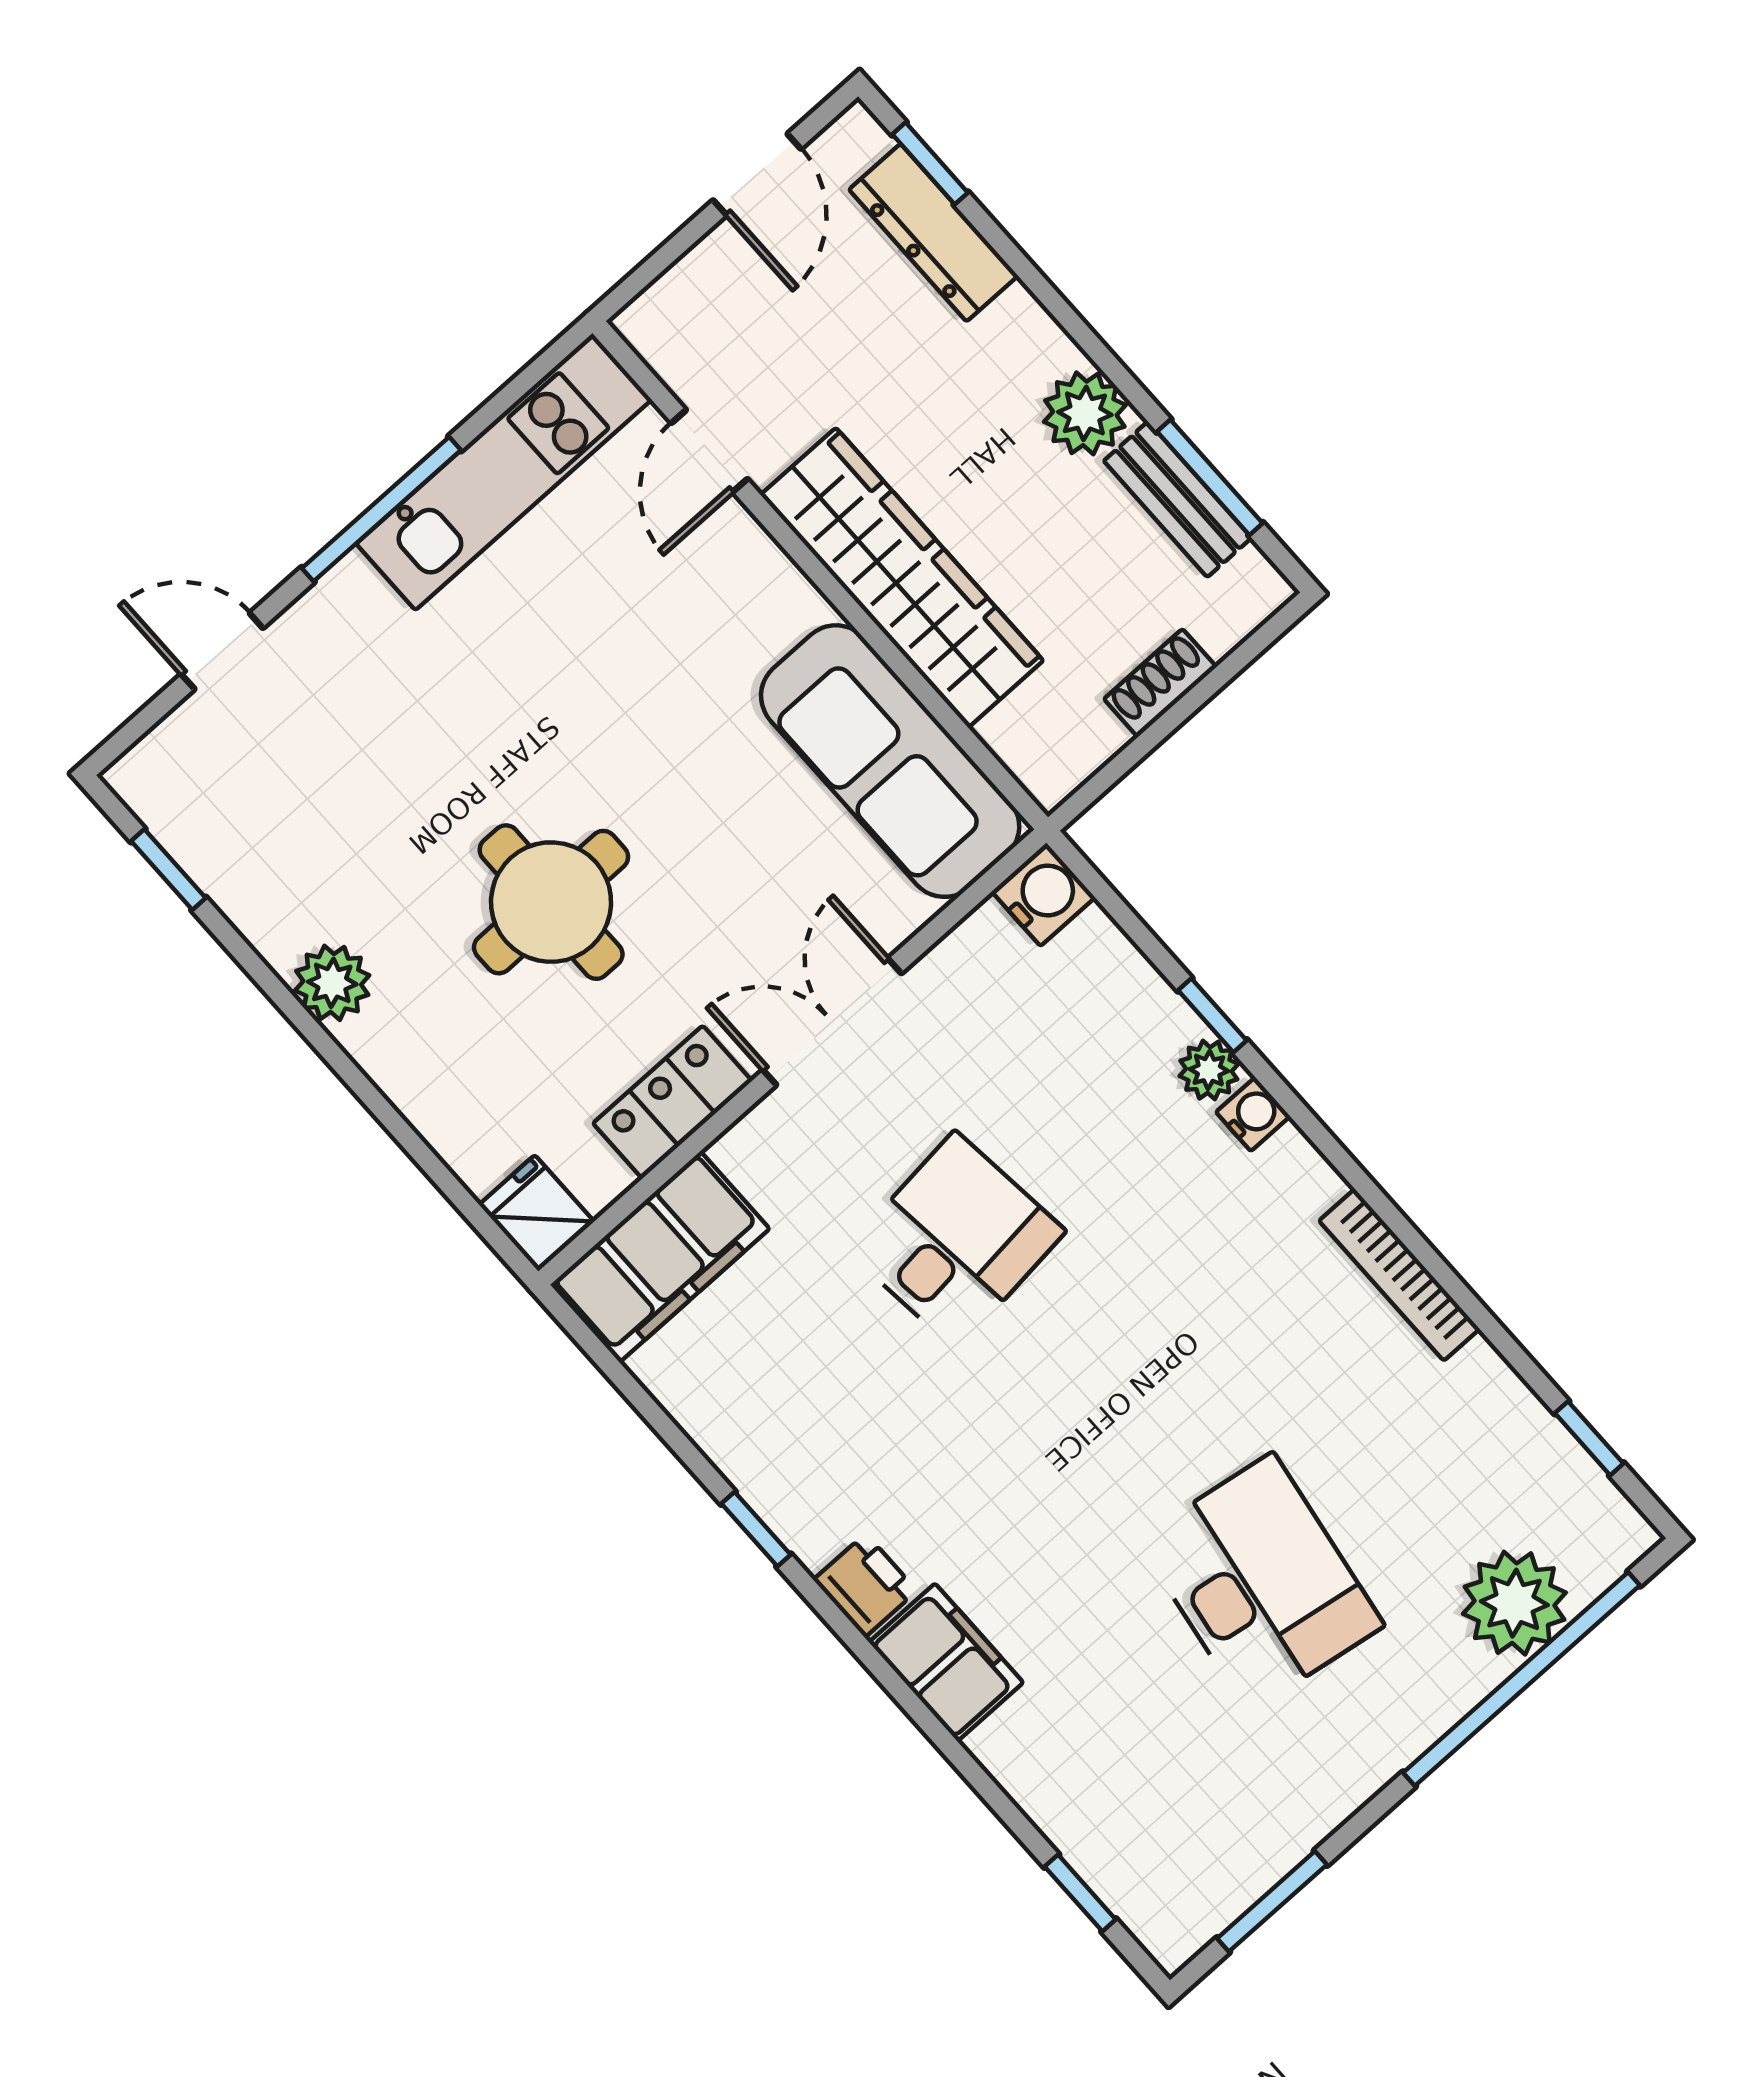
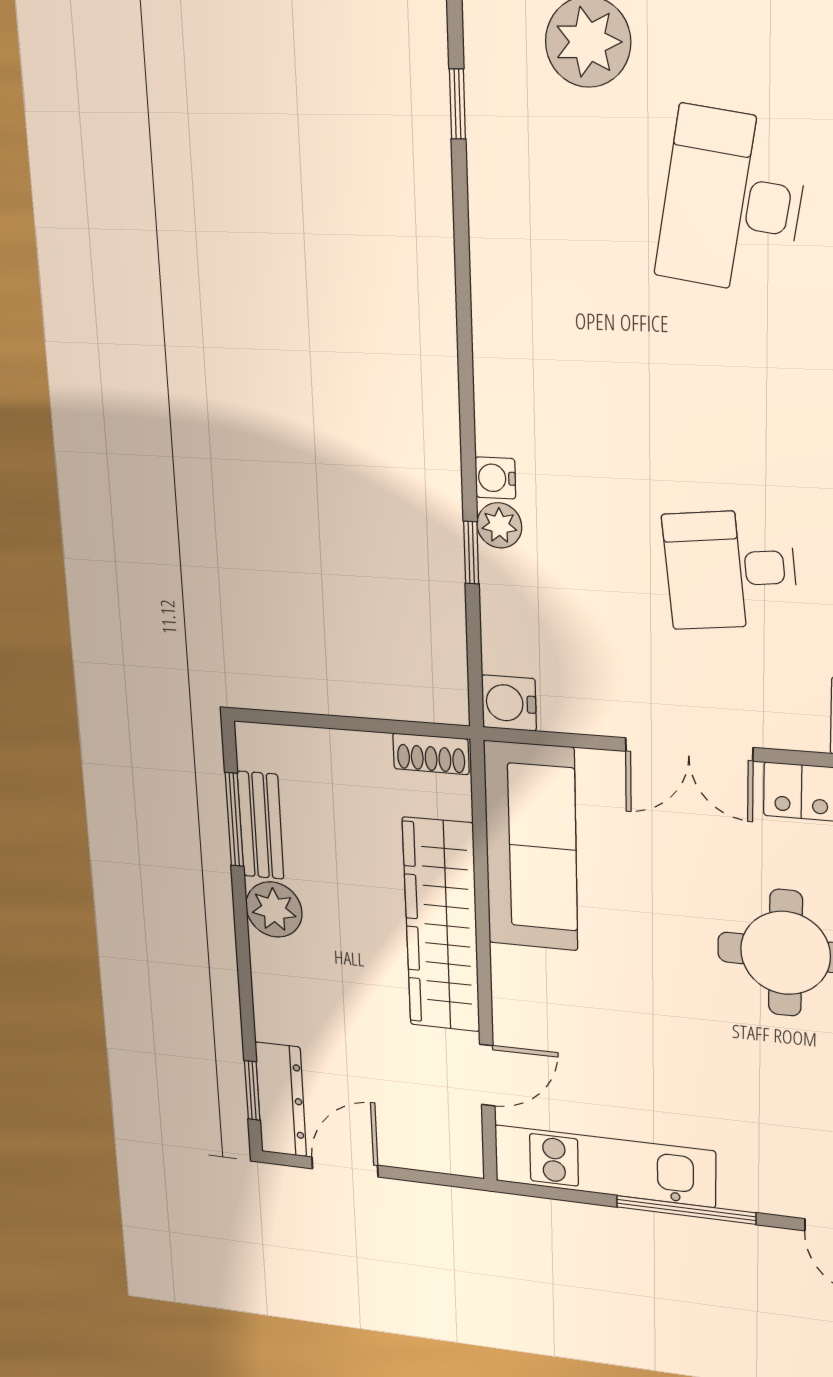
dresser: (933, 233) -> (281, 1100), moved
shoe rack: (1160, 683) -> (431, 754), moved
bookcase: (1399, 1275) -> (489, 308), removed

